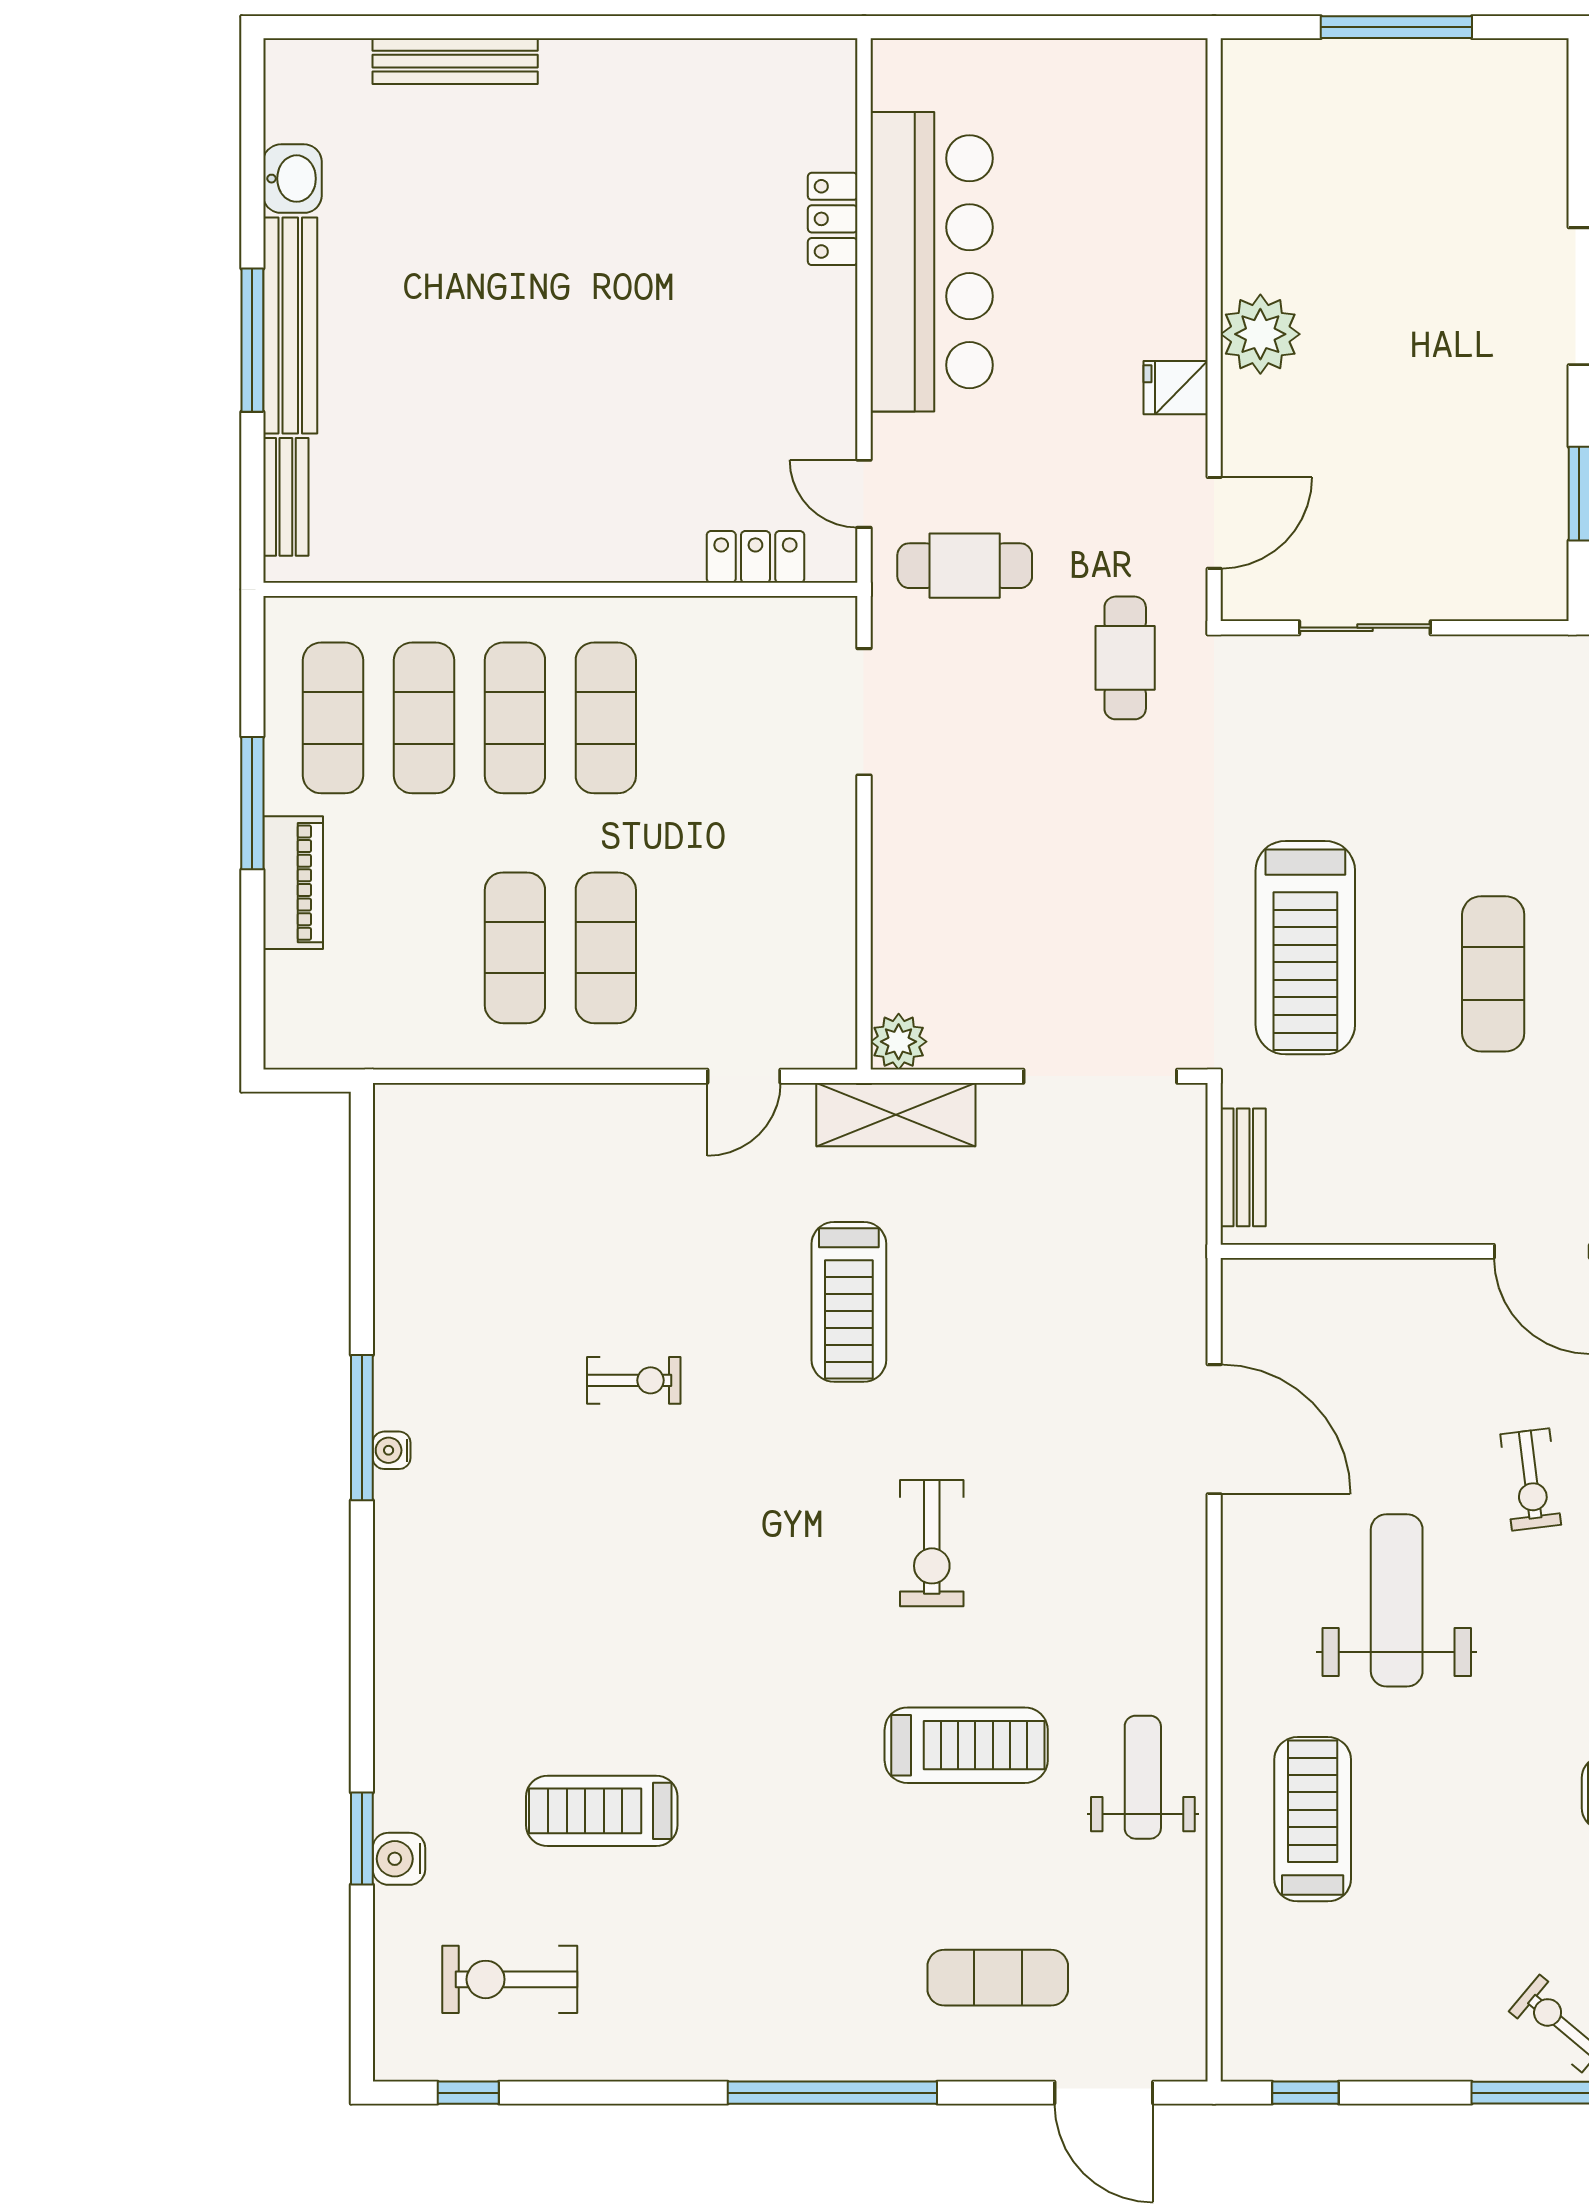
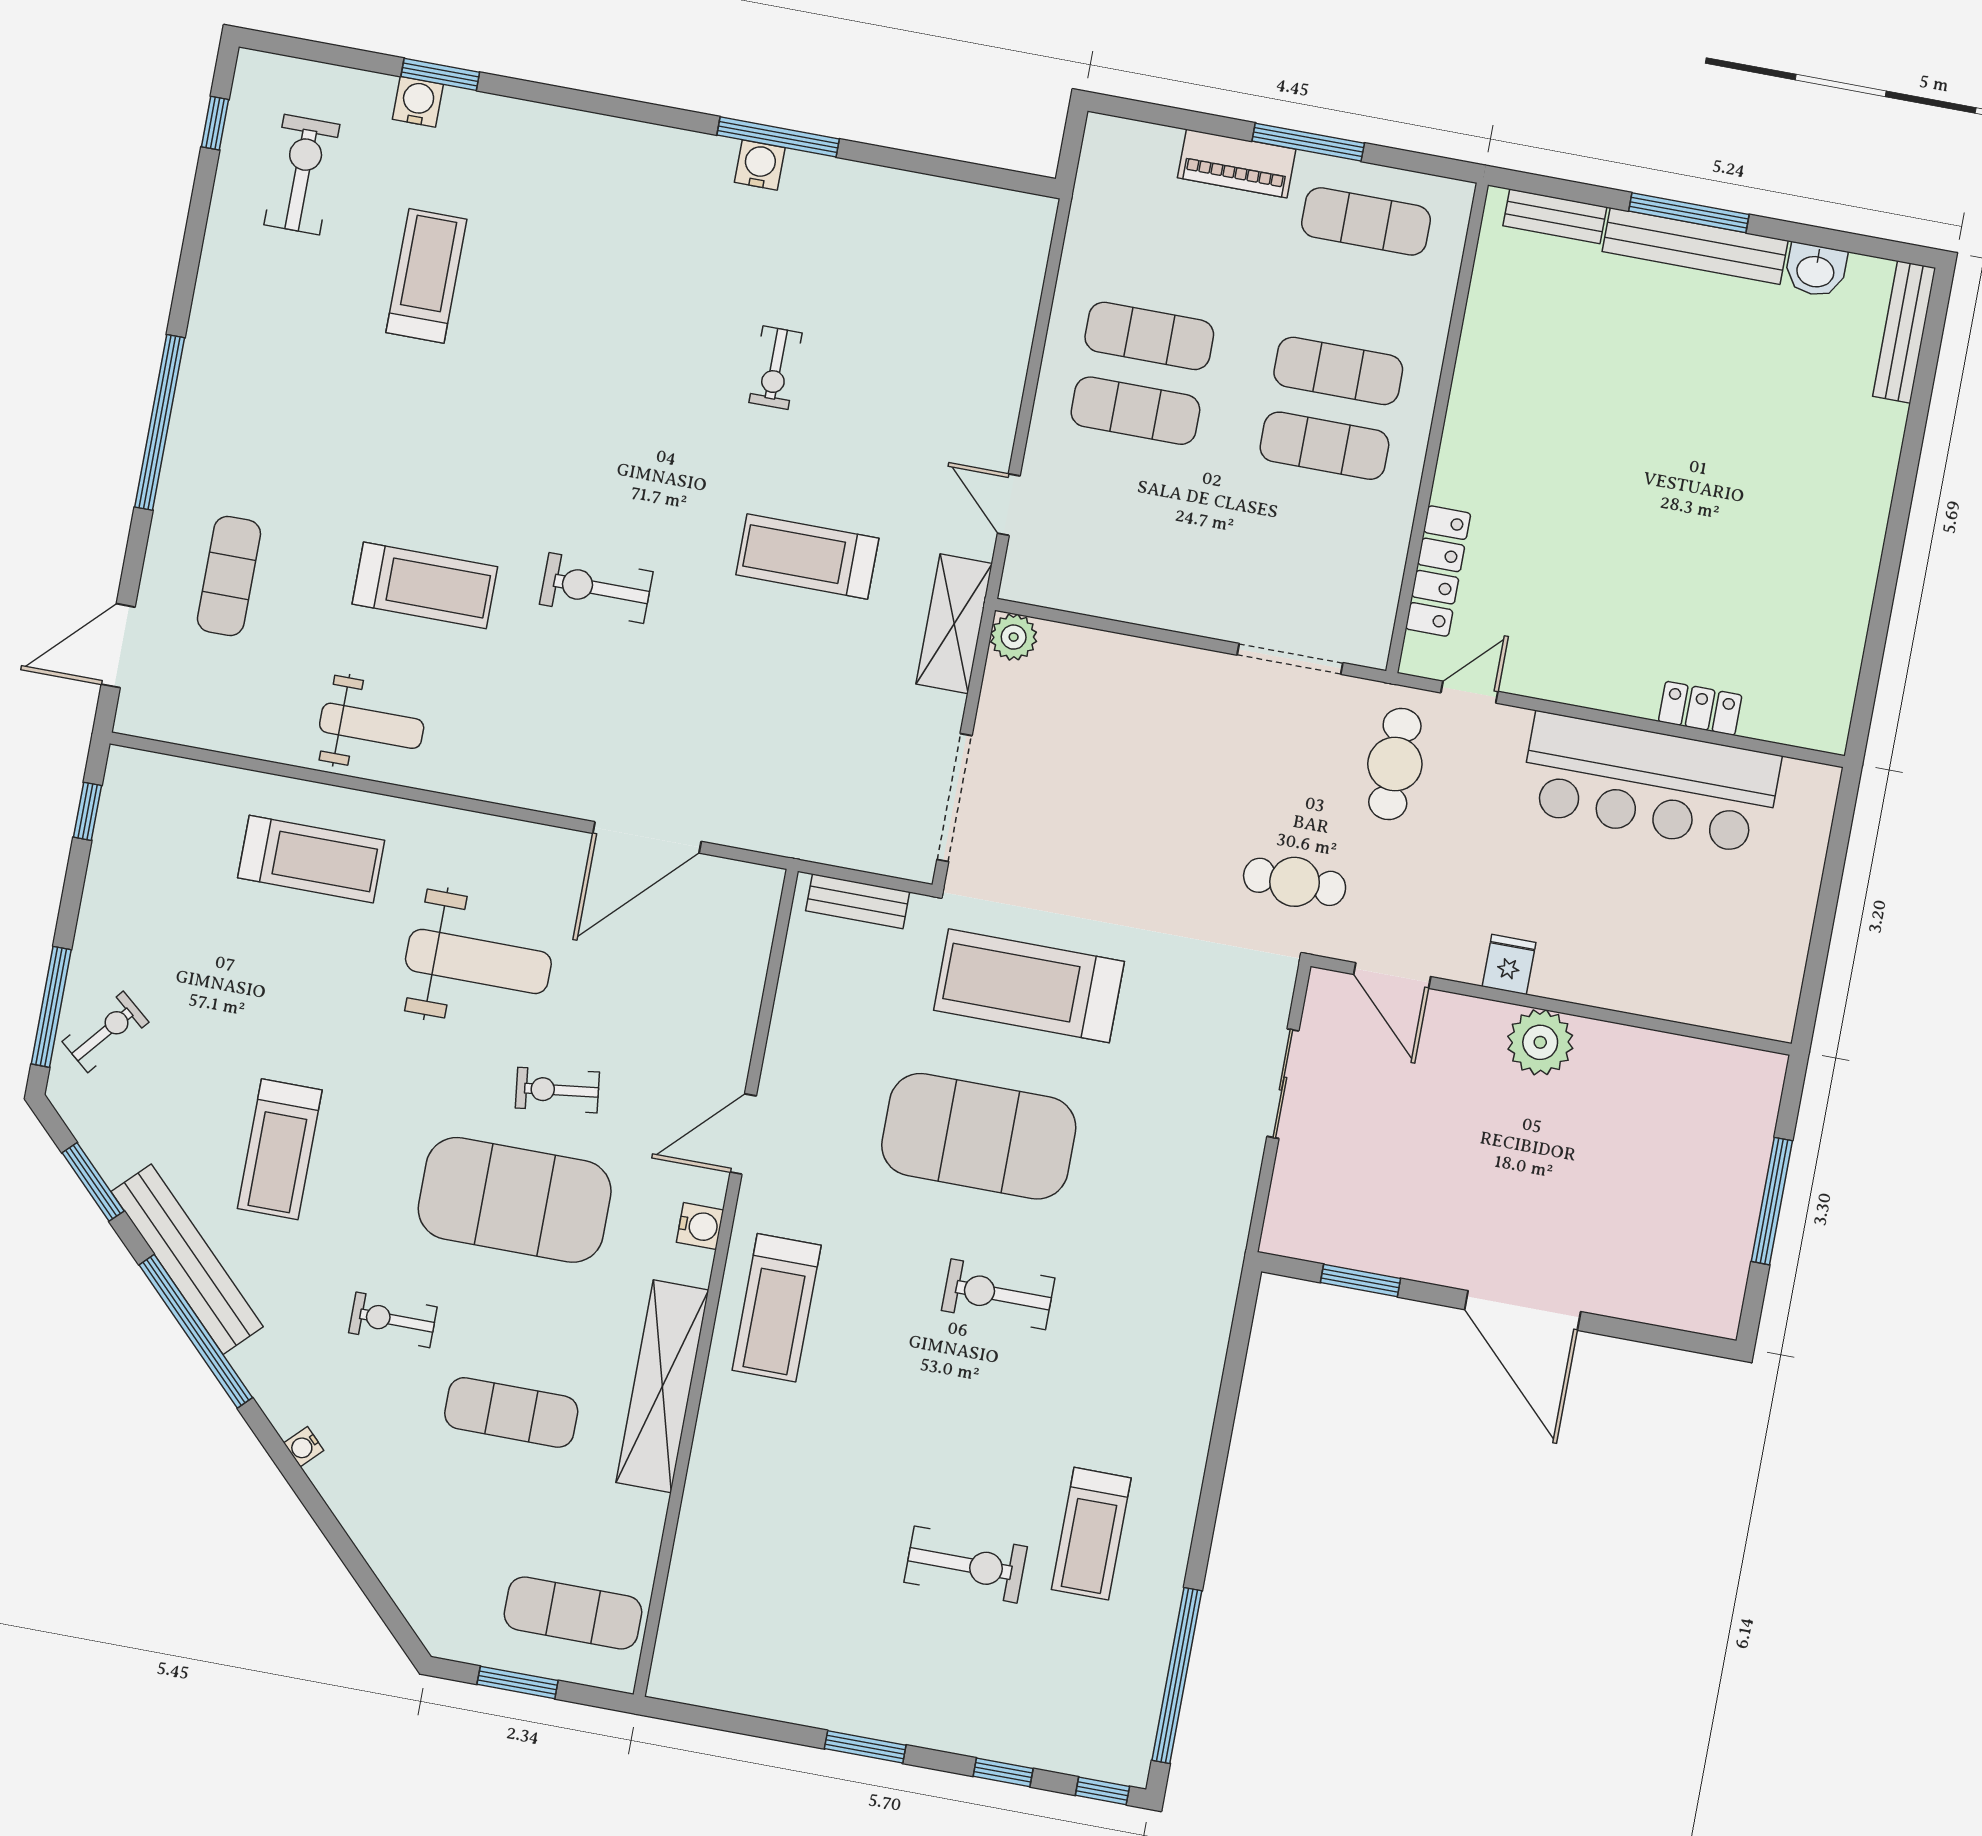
bench: (455, 61) -> (1904, 332), moved
locker: (755, 557) -> (1438, 571), width x1.53
exercise mat: (424, 718) -> (1352, 296), removed
exercise mat: (1493, 974) -> (979, 1136), width x2.00, depth x1.45
water cooler: (392, 1450) -> (760, 165), width x1.38, depth x1.38
treadmill: (966, 1745) -> (425, 585), turned -90

